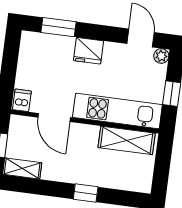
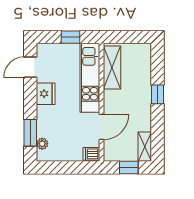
fridge: (89, 51) -> (46, 94), moved
plant: (161, 56) -> (42, 144), moved

